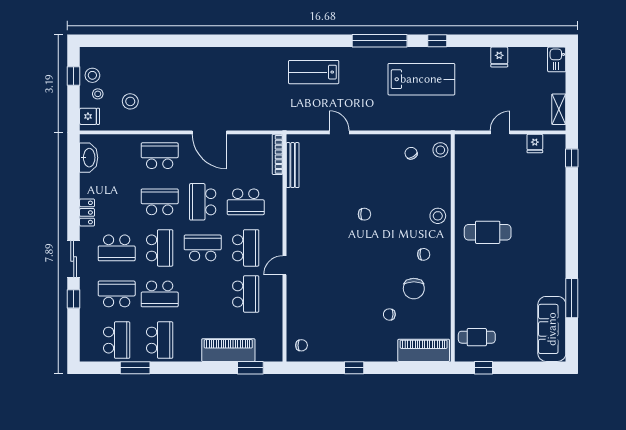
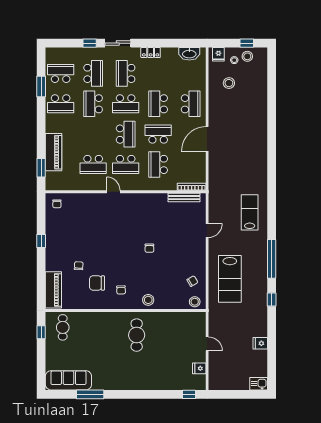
lab bench: (421, 79) -> (230, 279), moved
shelving: (559, 109) -> (223, 385), removed
school desk: (160, 202) -> (158, 104), turned 180
school desk: (117, 340) -> (61, 73), turned 180

